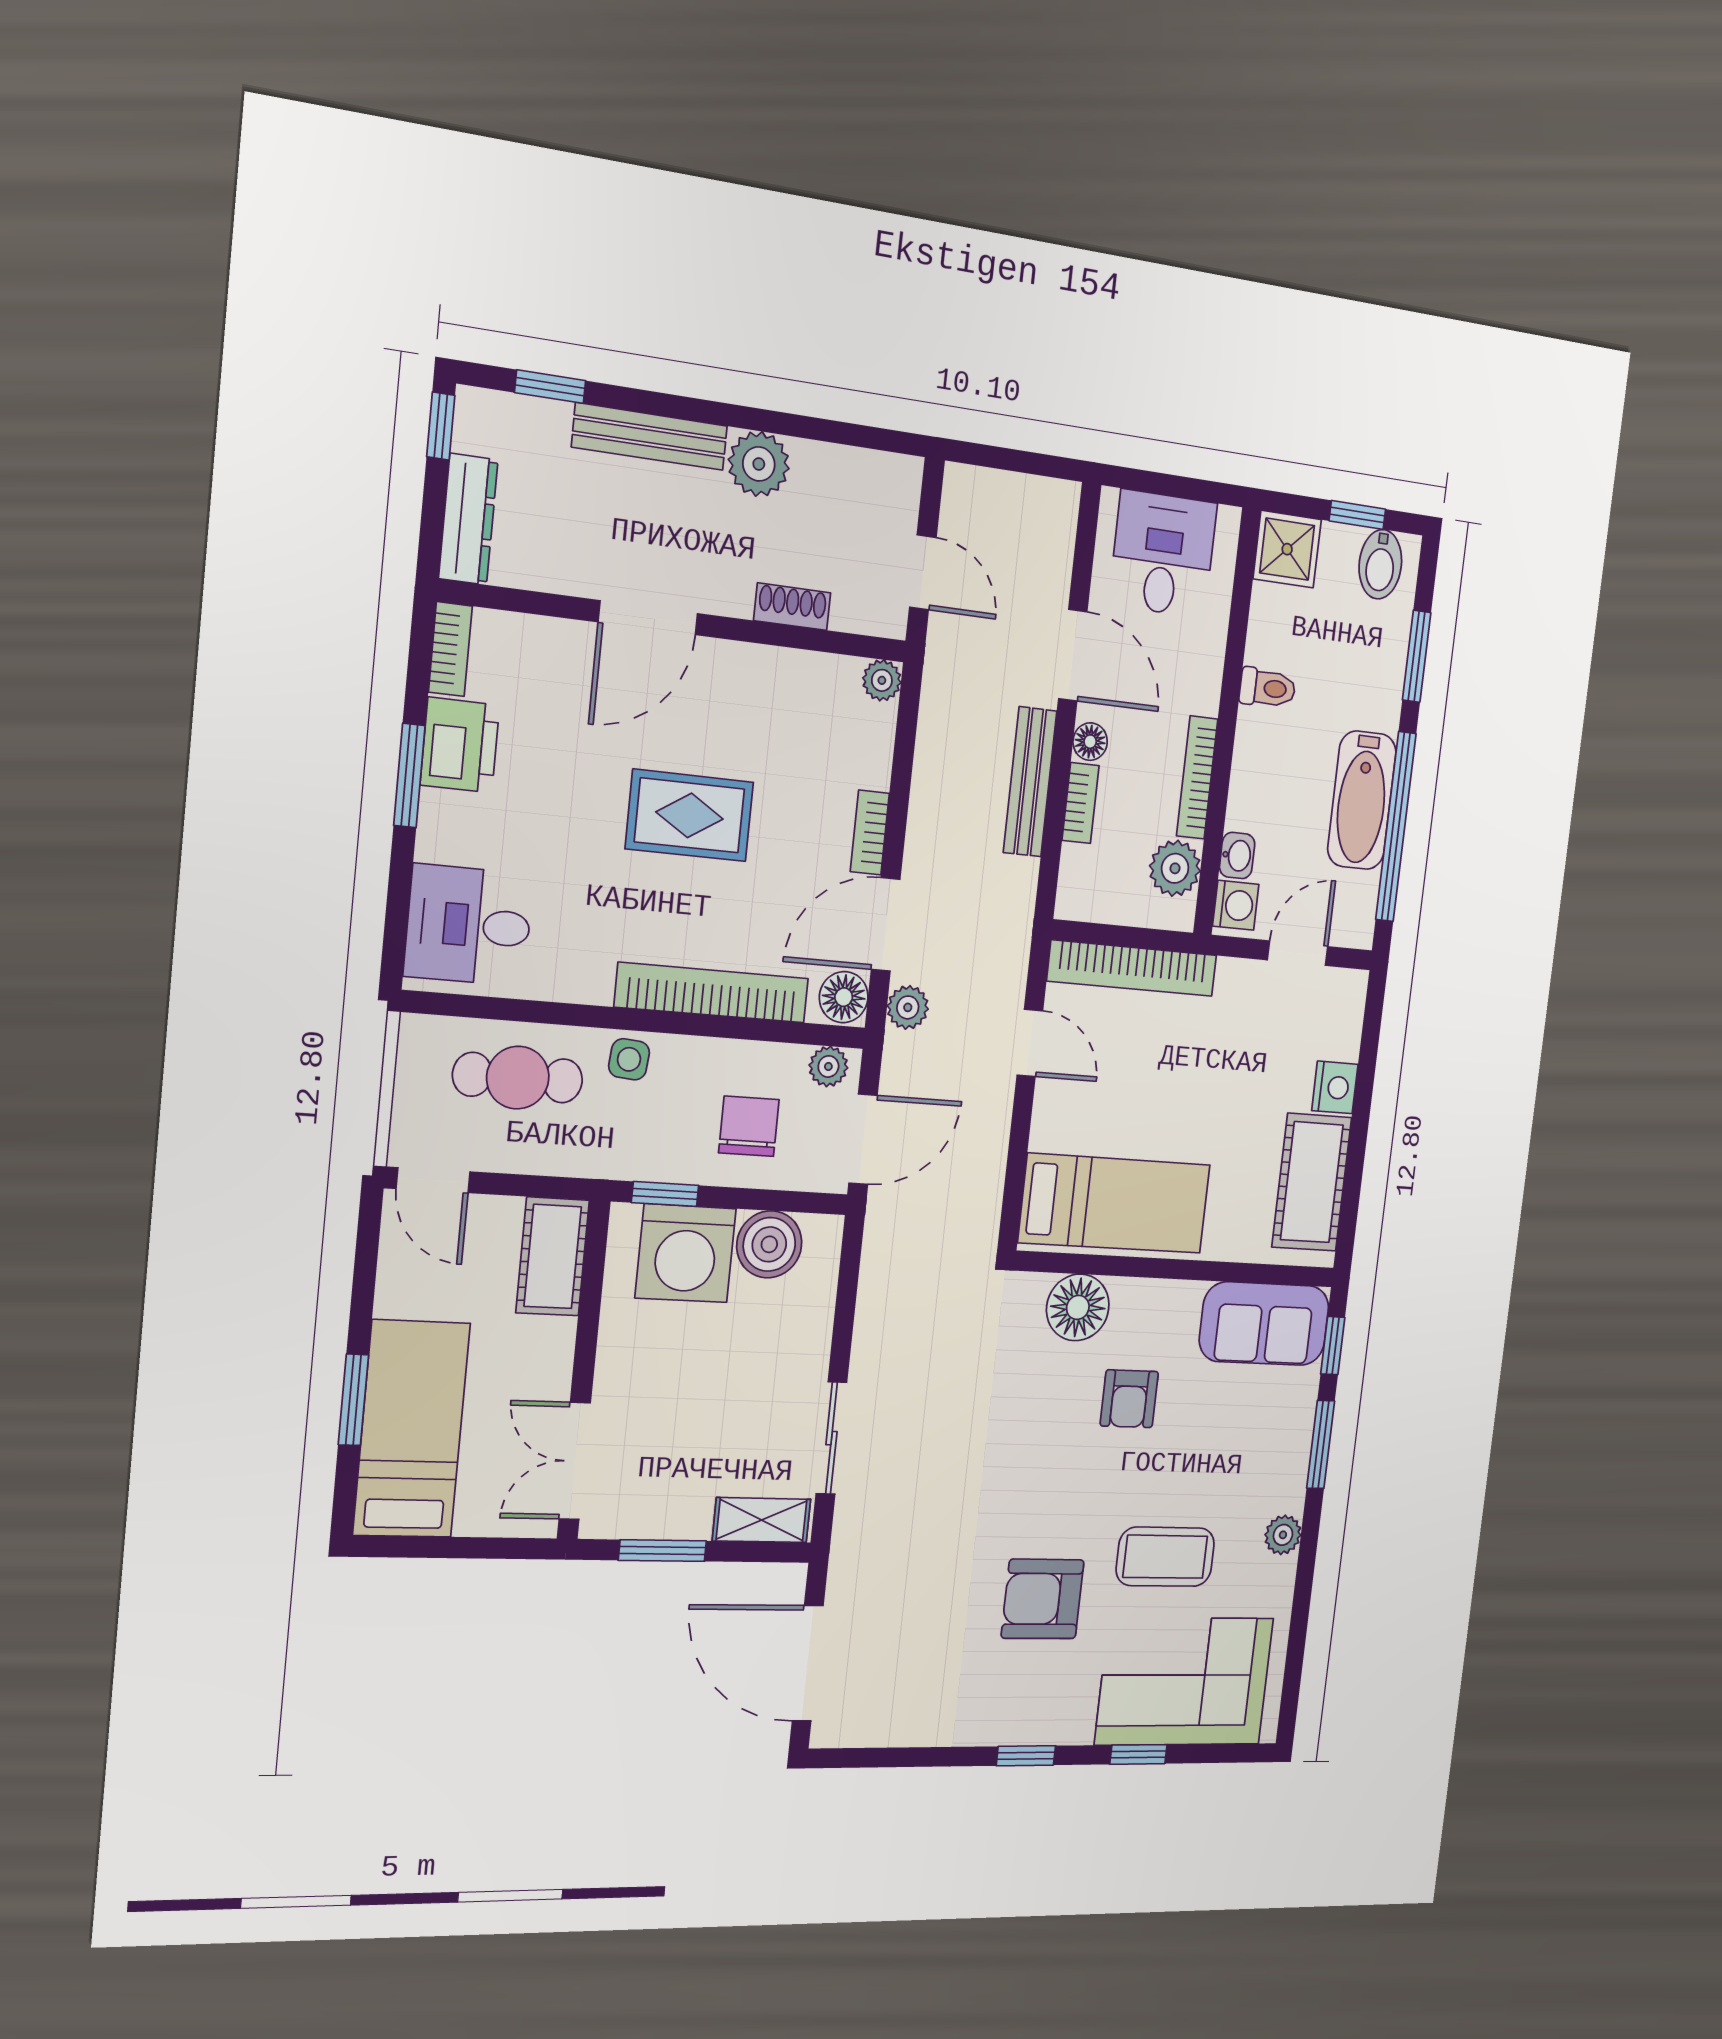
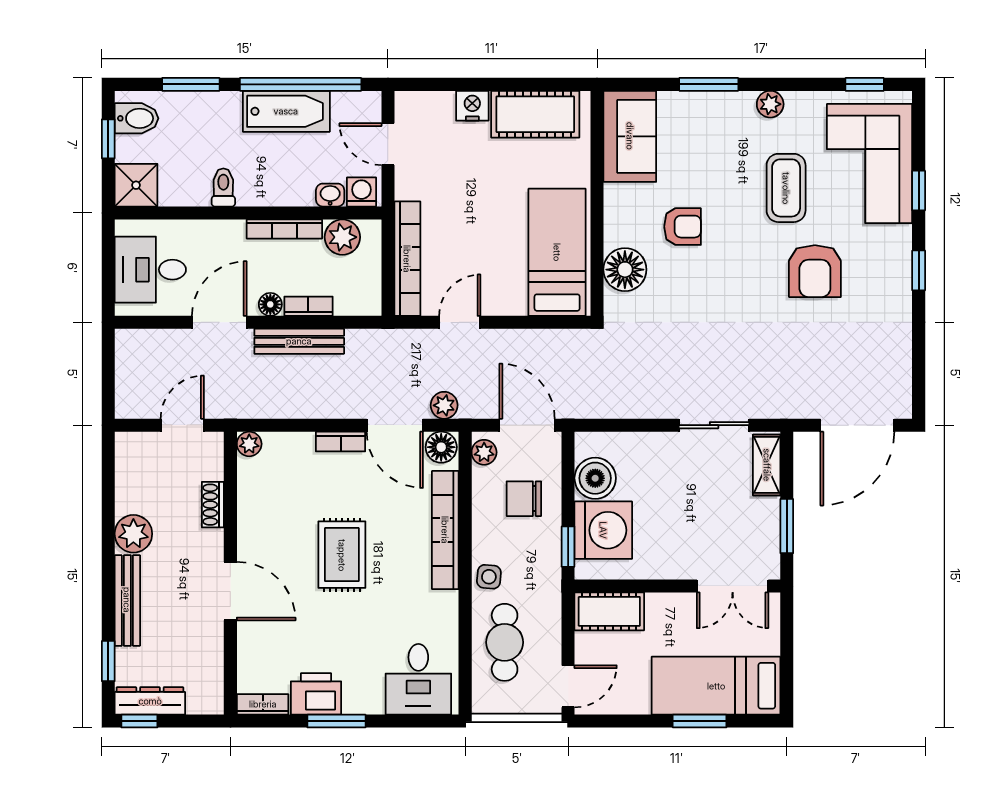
dresser: (468, 519) -> (150, 701), moved
window: (1333, 1346) -> (865, 84), moved

